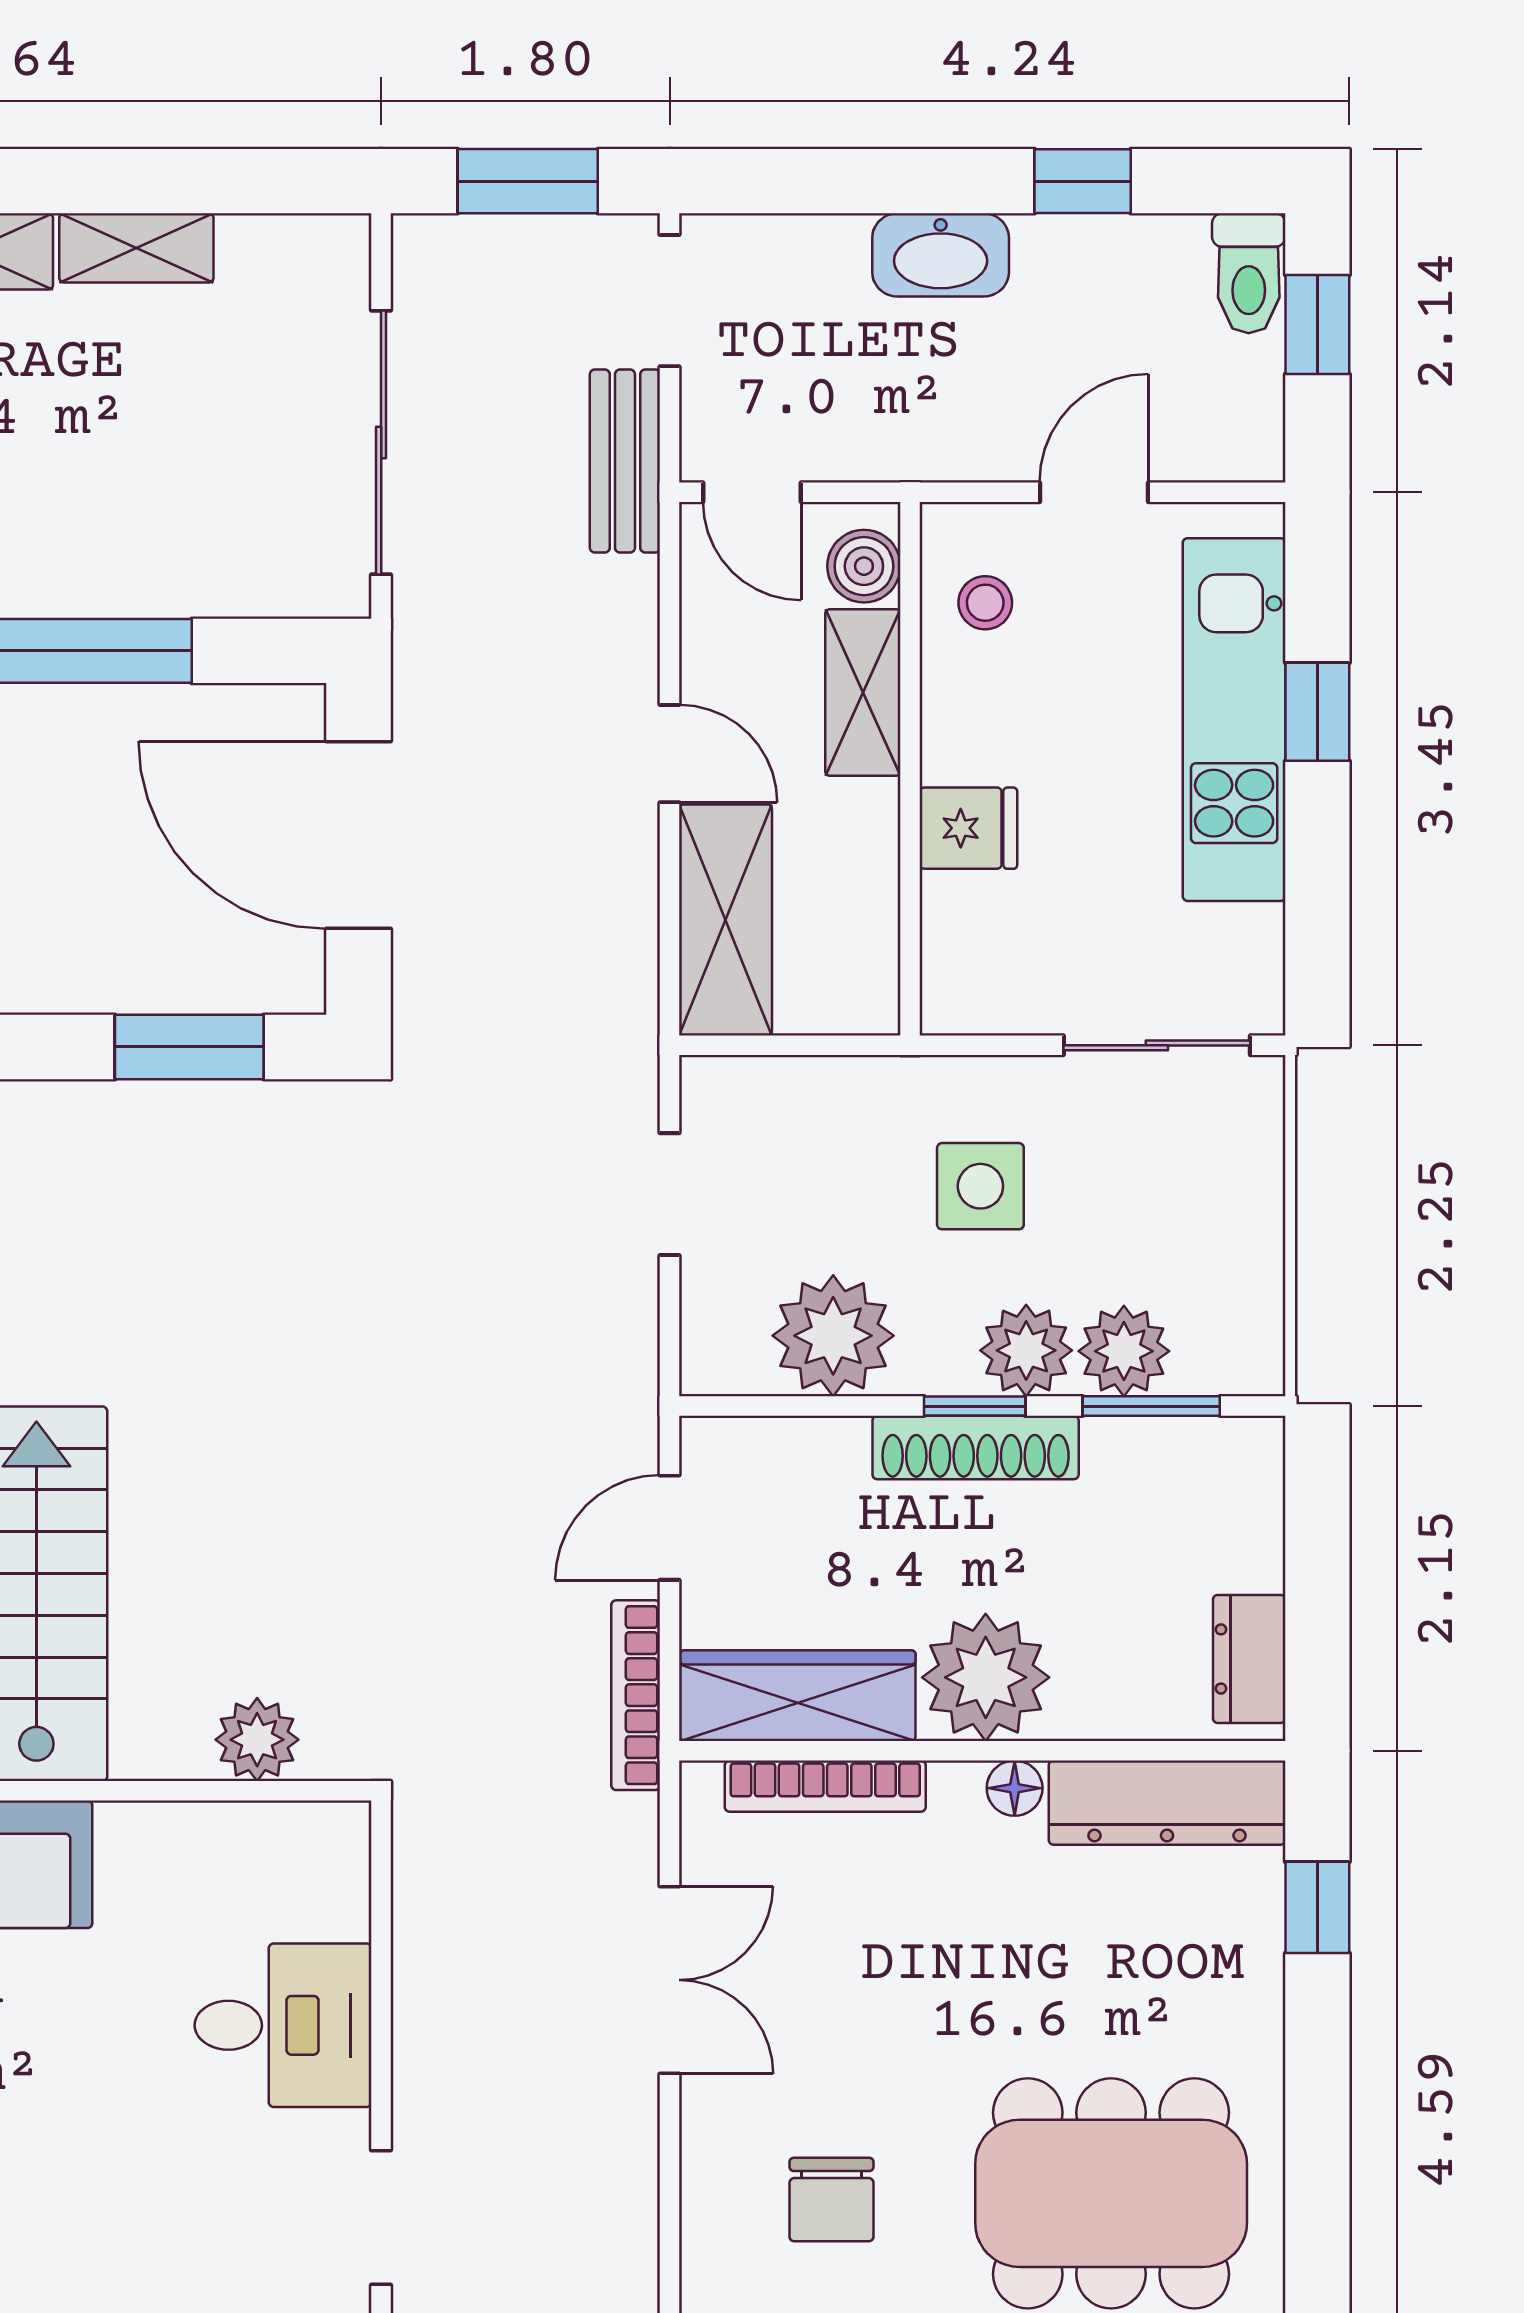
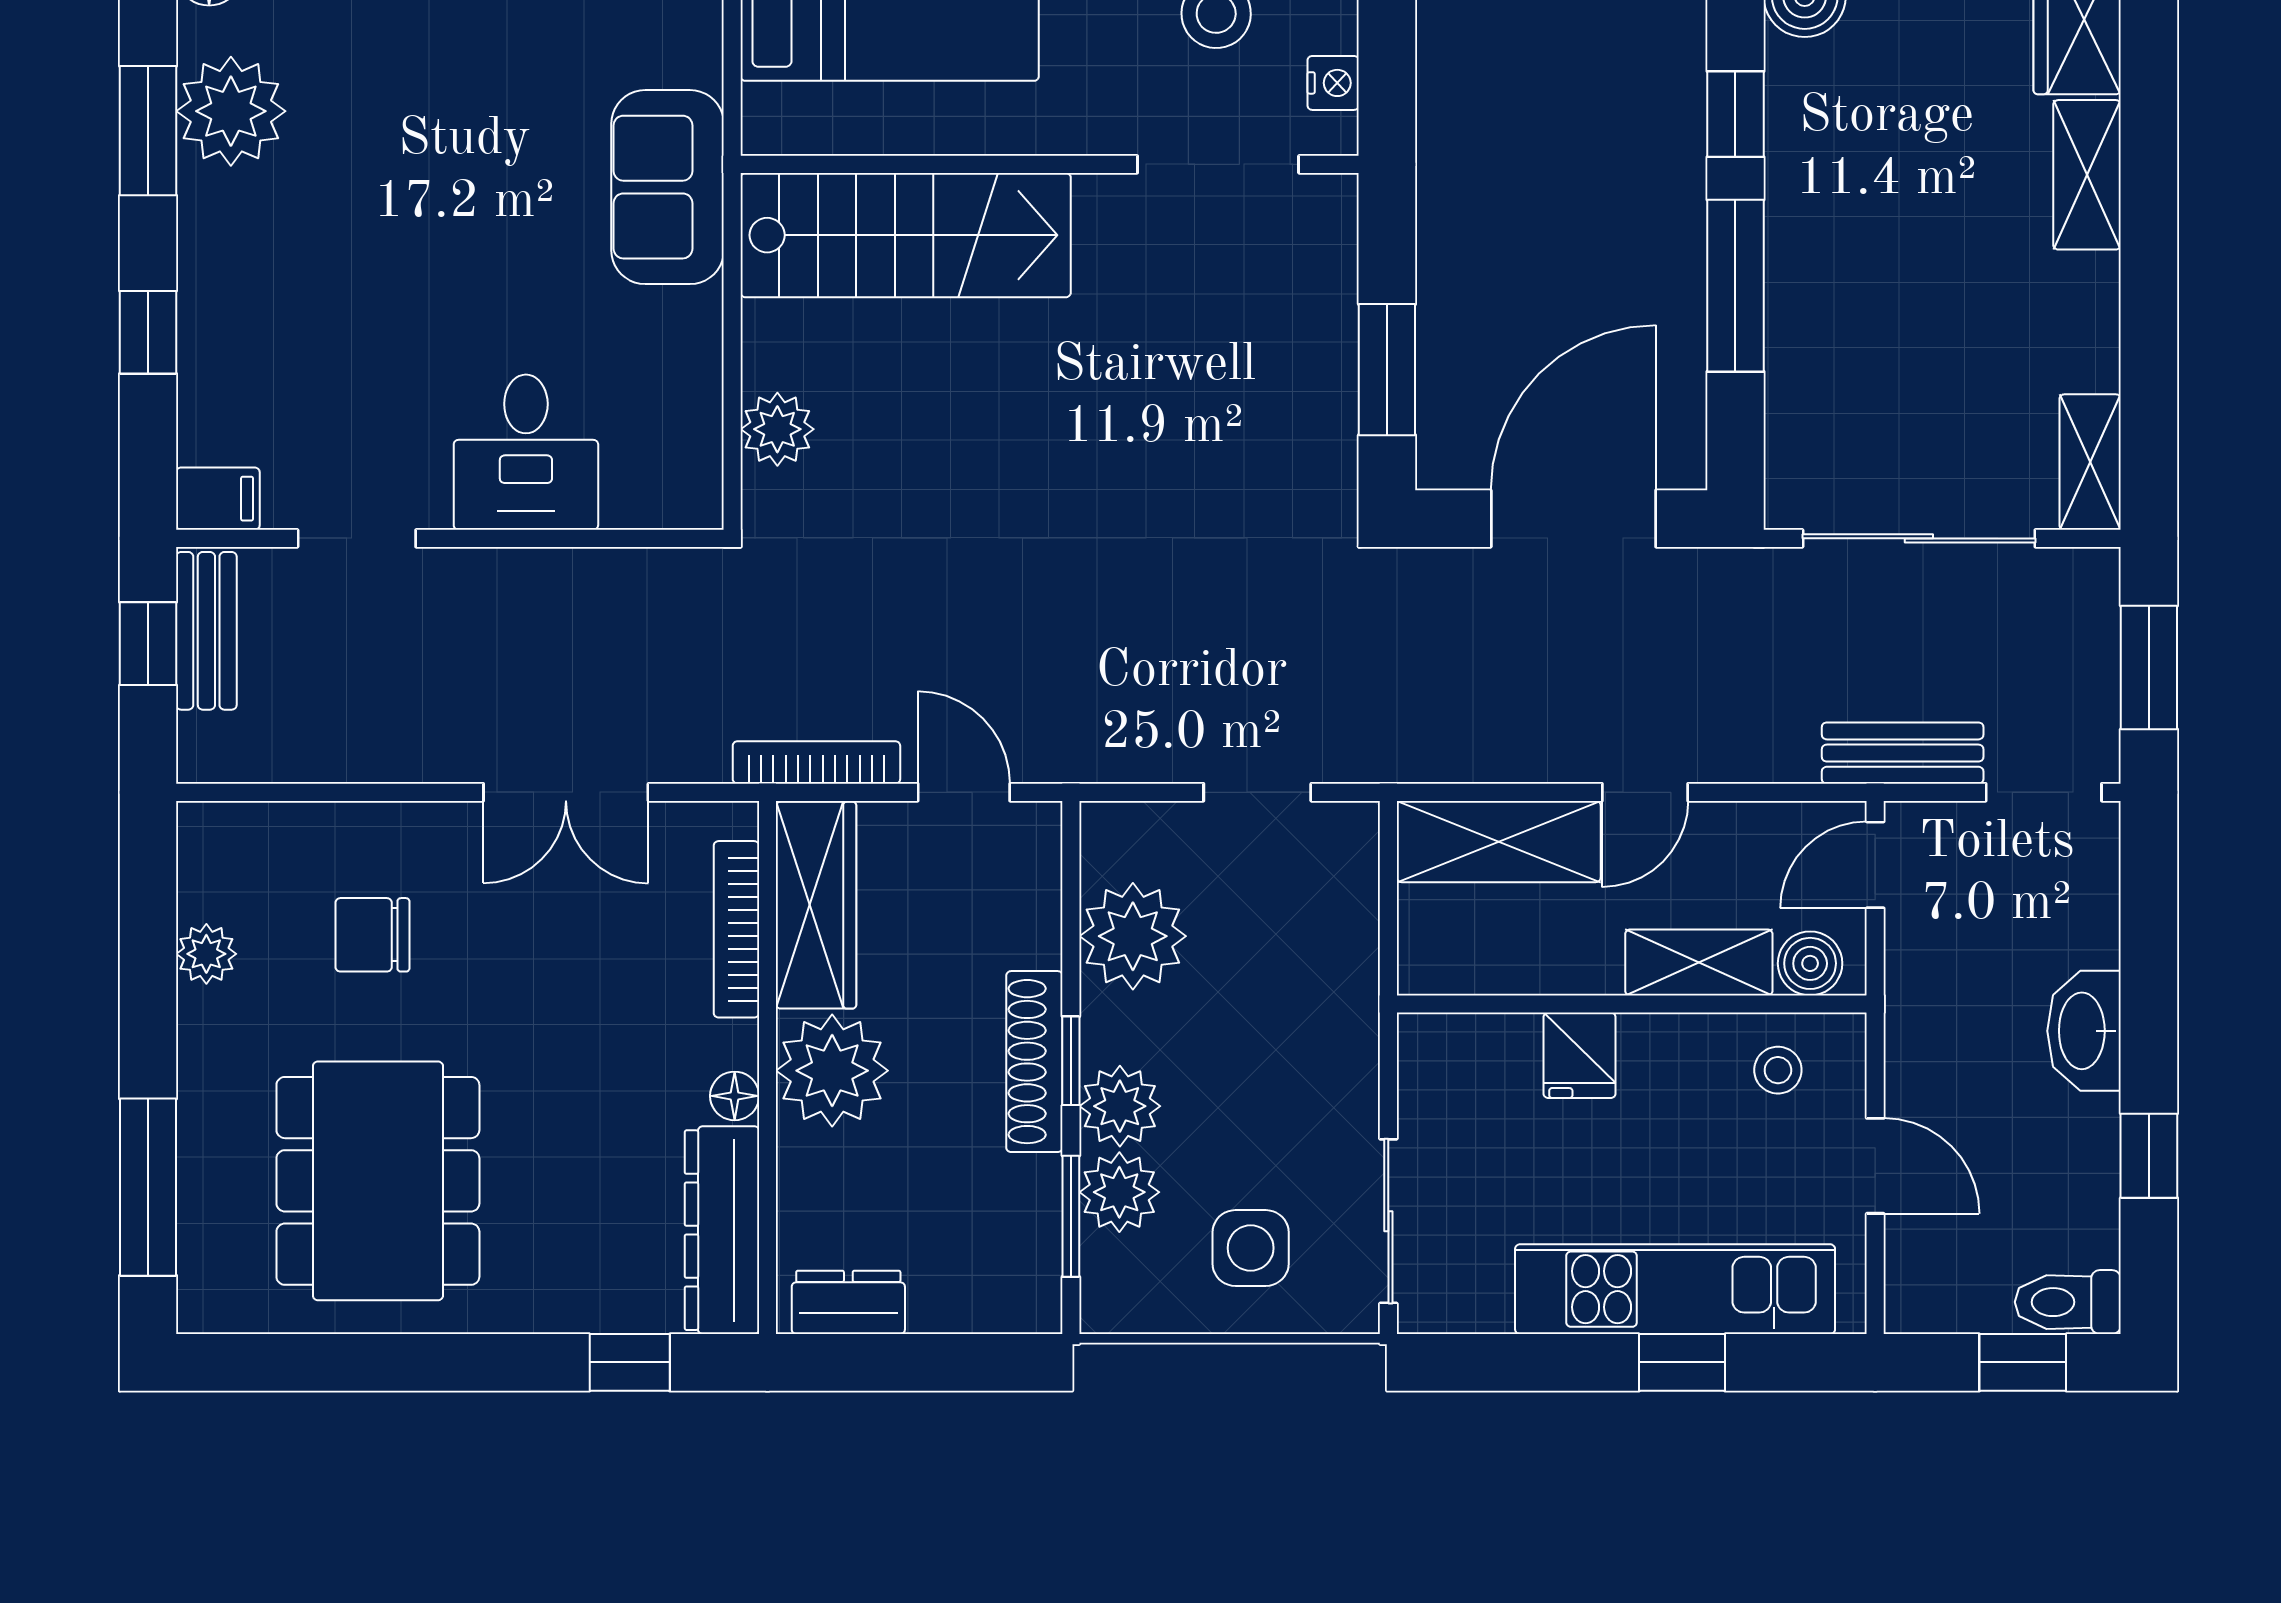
shelving: (136, 248) -> (2090, 462), moved
side table: (980, 1186) -> (1251, 1248), moved

